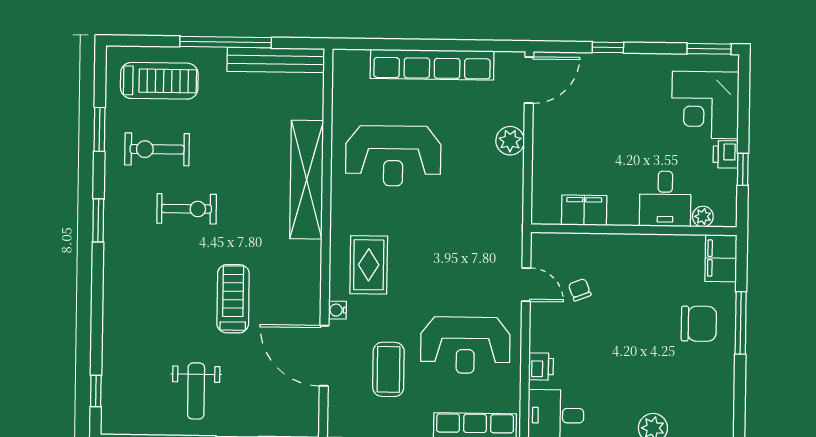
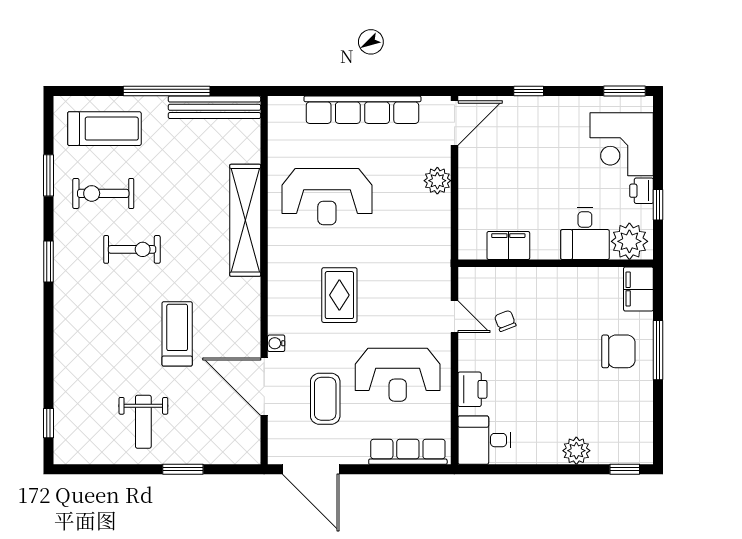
plant: (703, 217) -> (629, 241), width x1.88, depth x1.88
rug: (369, 265) -> (339, 295), moved
printer: (541, 366) -> (472, 389), width x1.36, depth x1.24

